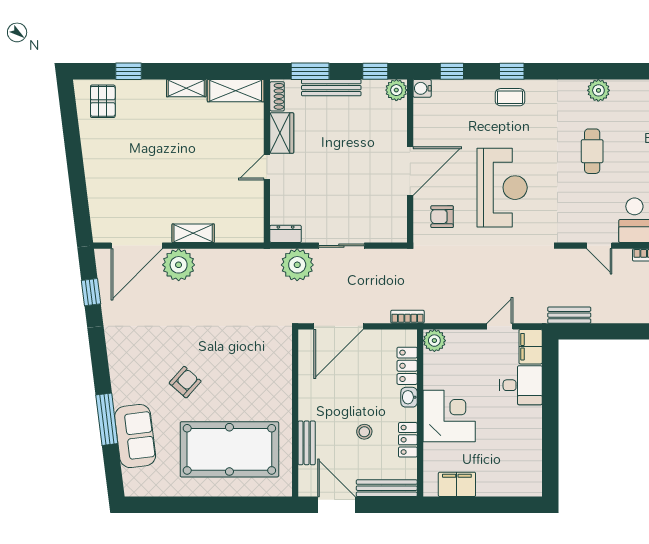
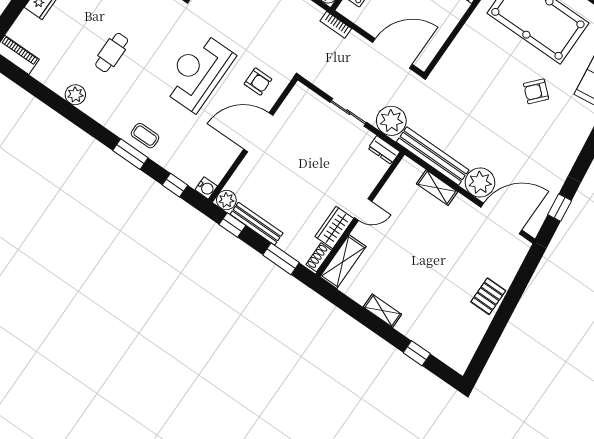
window: (512, 71) -> (130, 154), width x1.50
bench: (331, 88) -> (257, 224), moved
shelving: (236, 91) -> (343, 262), moved, turned 90
pallet: (103, 101) -> (488, 296), moved
shelving: (193, 233) -> (437, 188), moved
bench: (238, 259) -> (433, 156), added

